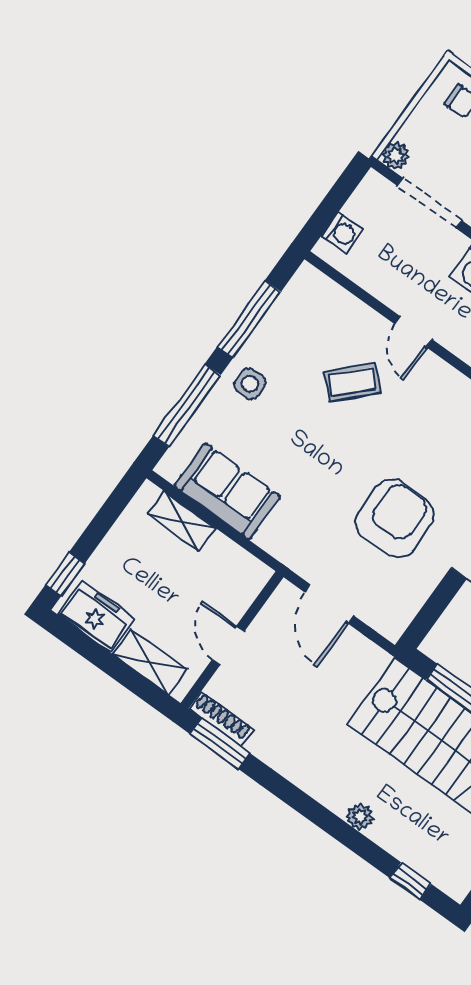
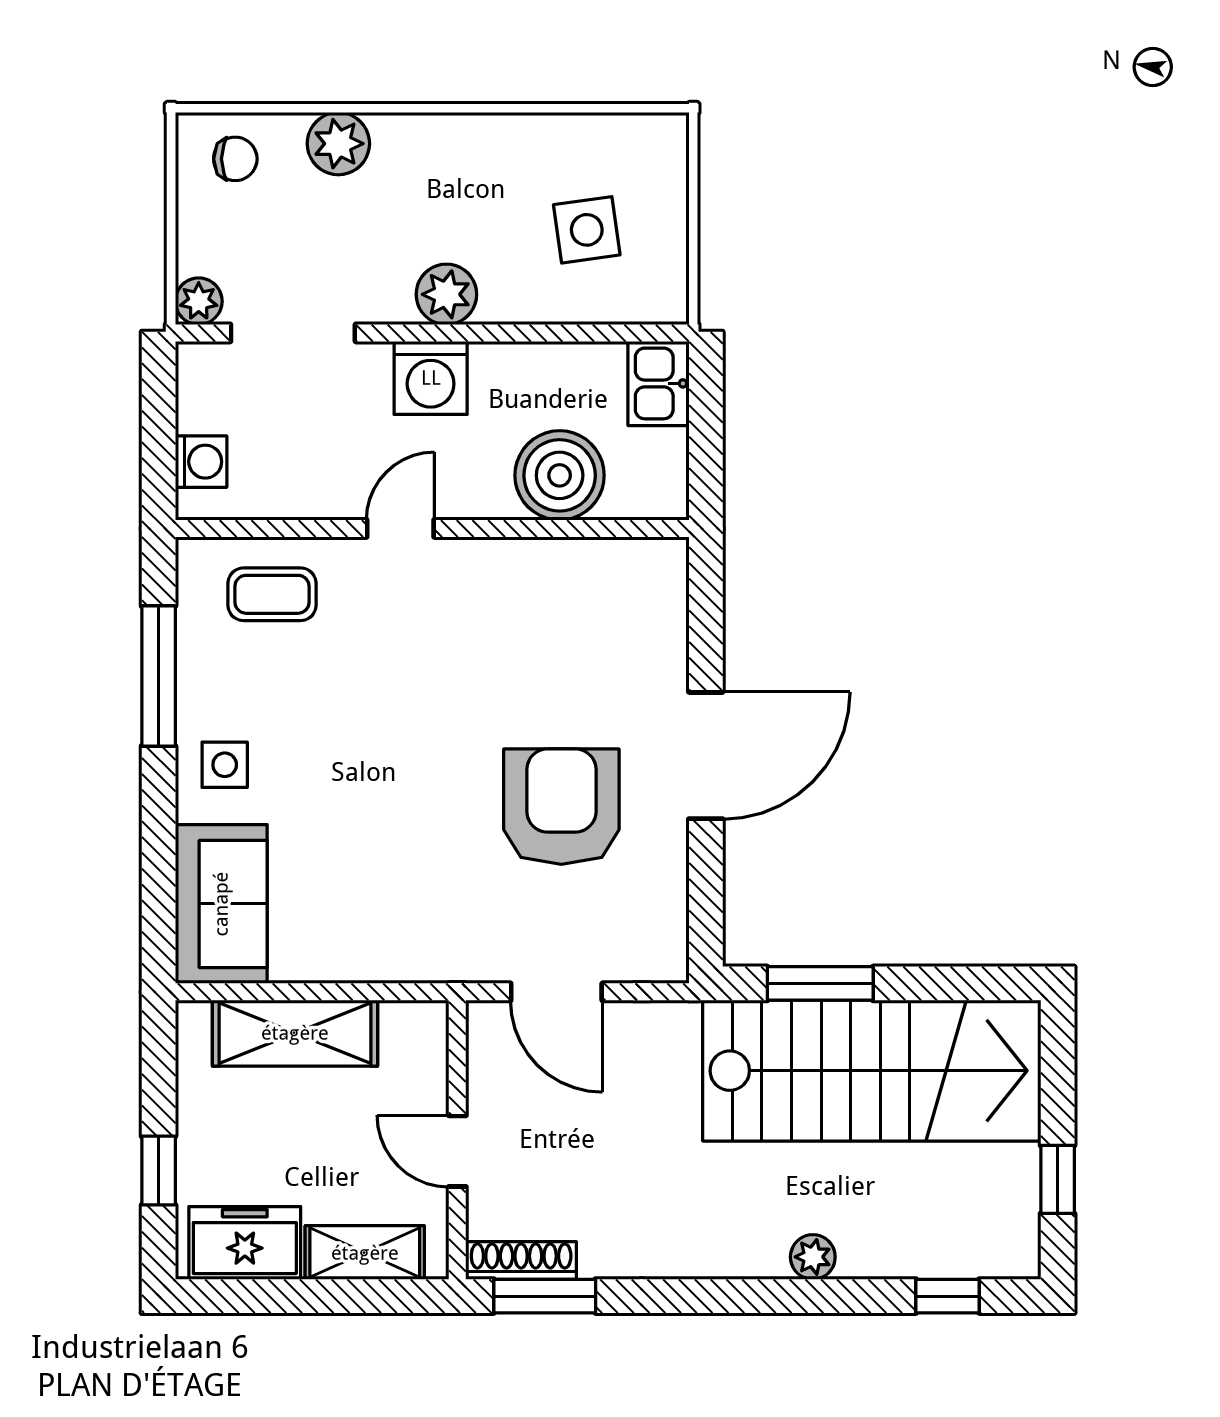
door: (413, 332) -> (400, 528), swing flipped
coffee table: (352, 382) -> (272, 594), moved, turned 46
window: (187, 405) -> (159, 858), removed
sofa: (227, 491) -> (221, 904), moved, turned 90
shelving: (182, 521) -> (295, 1033), width x1.50, depth x1.33
window: (65, 574) -> (159, 1171), moved

